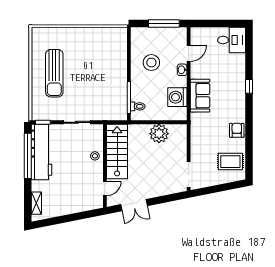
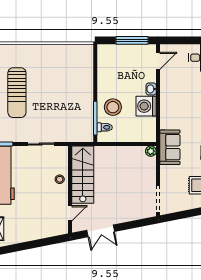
door: (189, 53) -> (158, 61), moved
stool: (151, 63) -> (113, 107), moved
sofa: (200, 96) -> (170, 147), moved
washing machine: (177, 97) -> (146, 106), moved
plant: (159, 134) -> (151, 151), moved, width x0.53, depth x0.53

